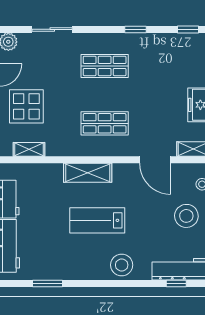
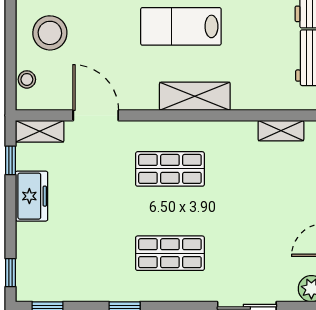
display table: (26, 106) -> (285, 194), removed
lab bench: (97, 220) -> (181, 26), turned 180

